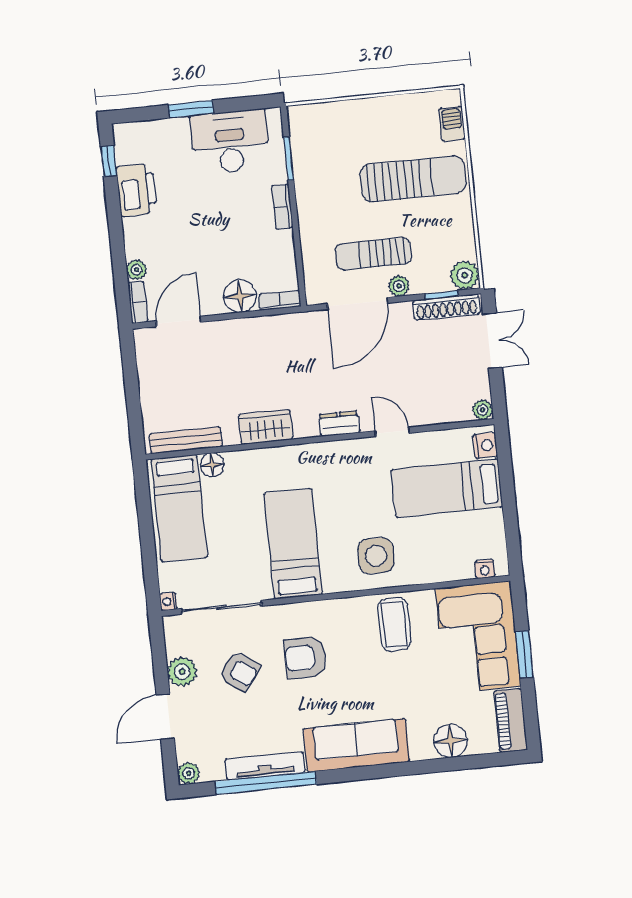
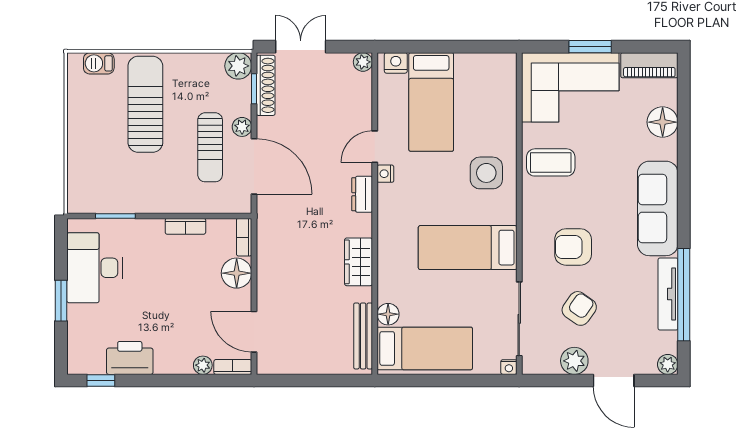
bookcase: (282, 207) -> (185, 226), moved
nightstand: (485, 569) -> (385, 174), moved, turned 180
armchair: (305, 658) -> (573, 247), turned 90

